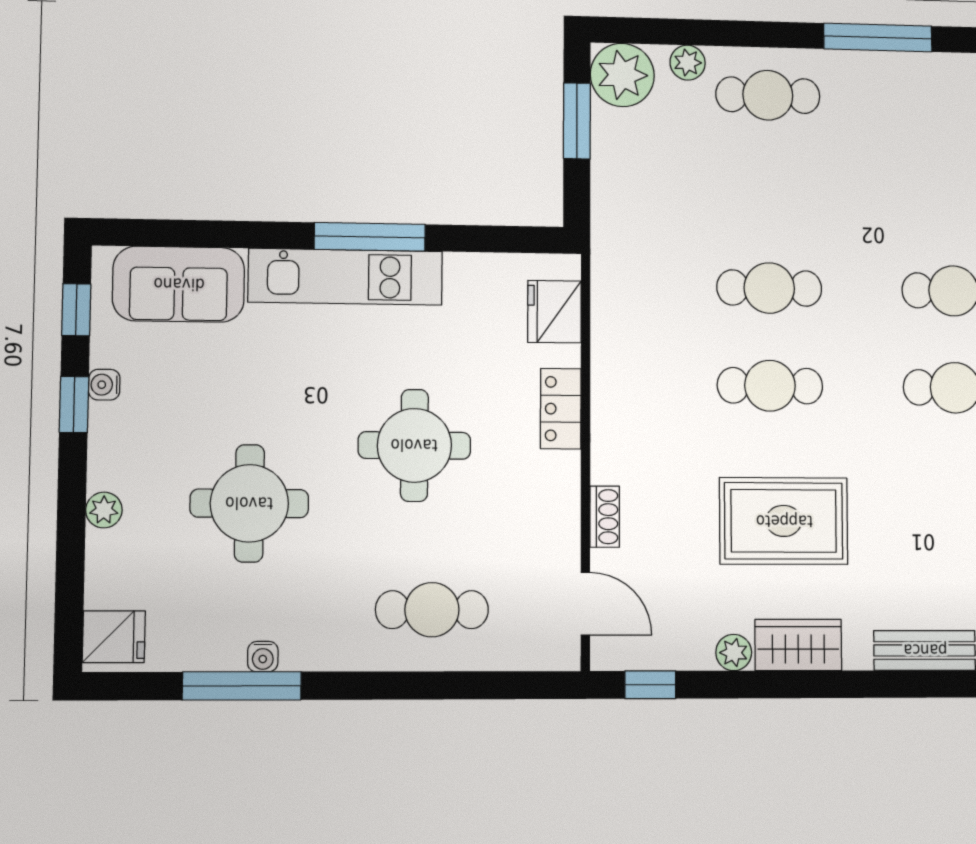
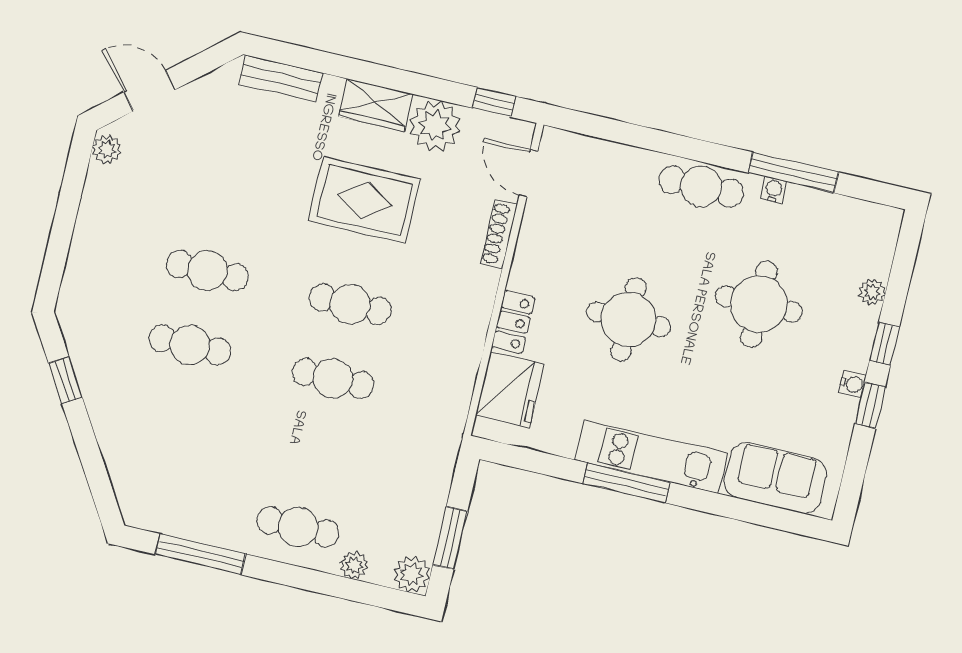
plant: (622, 75) -> (412, 574), width x0.73, depth x0.73
window: (76, 310) -> (884, 344), moved
fridge: (554, 312) -> (510, 389), width x1.36, depth x1.34
water cooler: (104, 385) -> (852, 384), moved
plant: (104, 510) -> (872, 292), moved
shoe rack: (605, 517) -> (499, 234), width x1.43
cafe table: (432, 610) -> (701, 186), moved
fridge: (114, 637) -> (877, 230), removed
plant: (734, 653) -> (435, 126), width x1.88, depth x1.88

